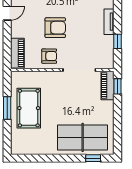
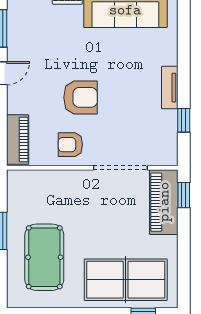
armchair: (49, 56) -> (70, 145), turned 180
piano: (108, 86) -> (164, 202), width x1.37, depth x1.33
pool table: (29, 108) -> (44, 257), moved

